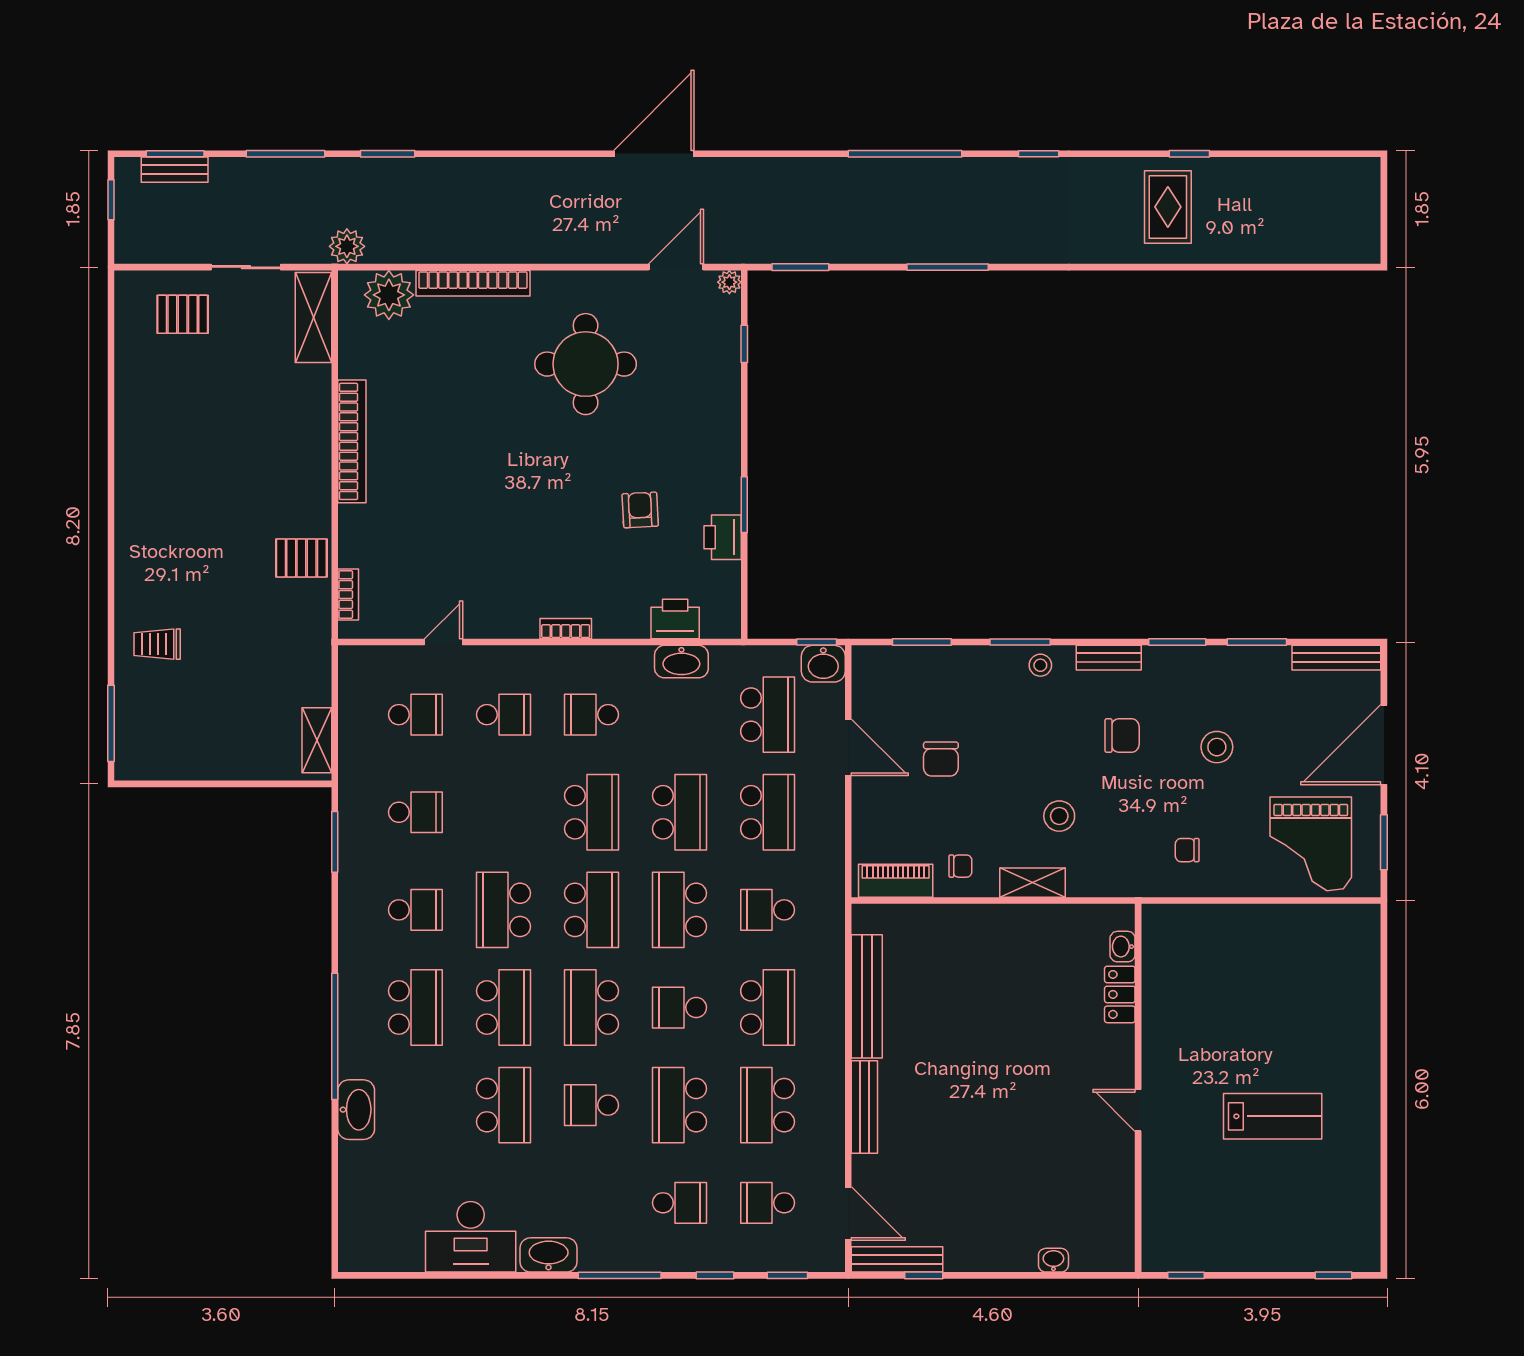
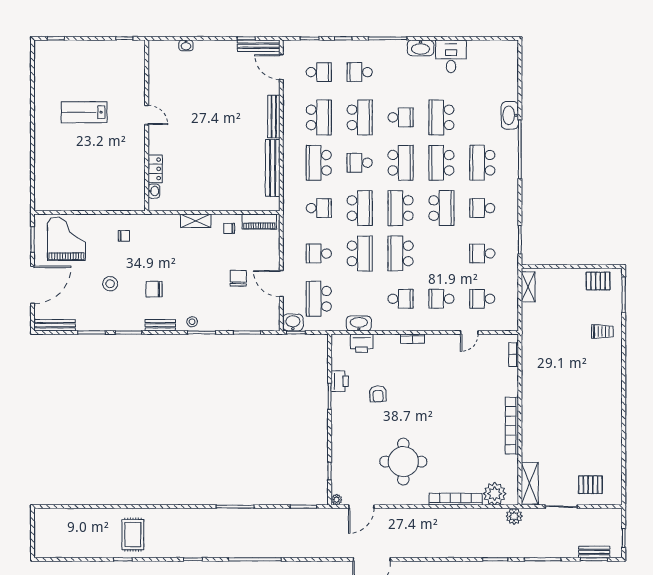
pallet: (301, 558) -> (598, 281), moved
school desk: (680, 812) -> (360, 253), turned 180
school desk: (768, 812) -> (319, 253), width x0.54
stool: (1059, 816) -> (183, 252), removed
school desk: (680, 1008) -> (360, 163), turned 180
desk: (471, 1237) -> (451, 56), width x0.73

